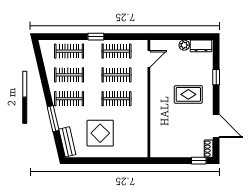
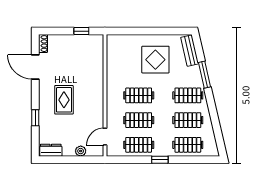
plant: (184, 45) -> (81, 151), moved
rug: (188, 94) -> (64, 100), turned 90
window: (199, 161) -> (81, 31), moved

